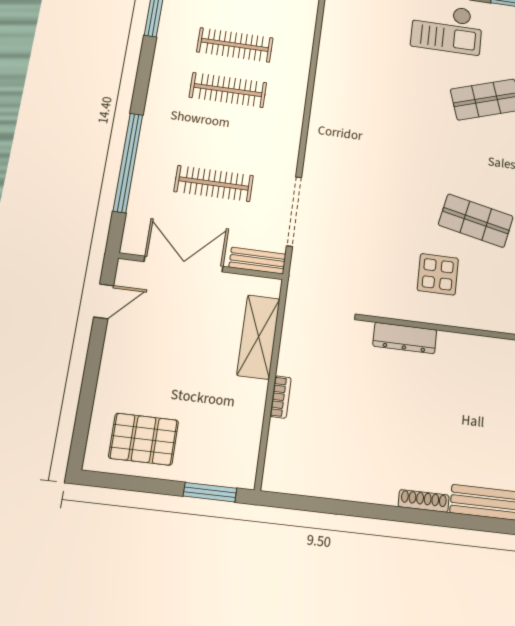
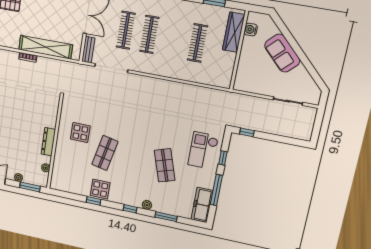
clothes rail: (228, 90) -> (149, 34), moved
shelving: (258, 337) -> (46, 47), width x1.47
dresser: (405, 338) -> (48, 142), moved

